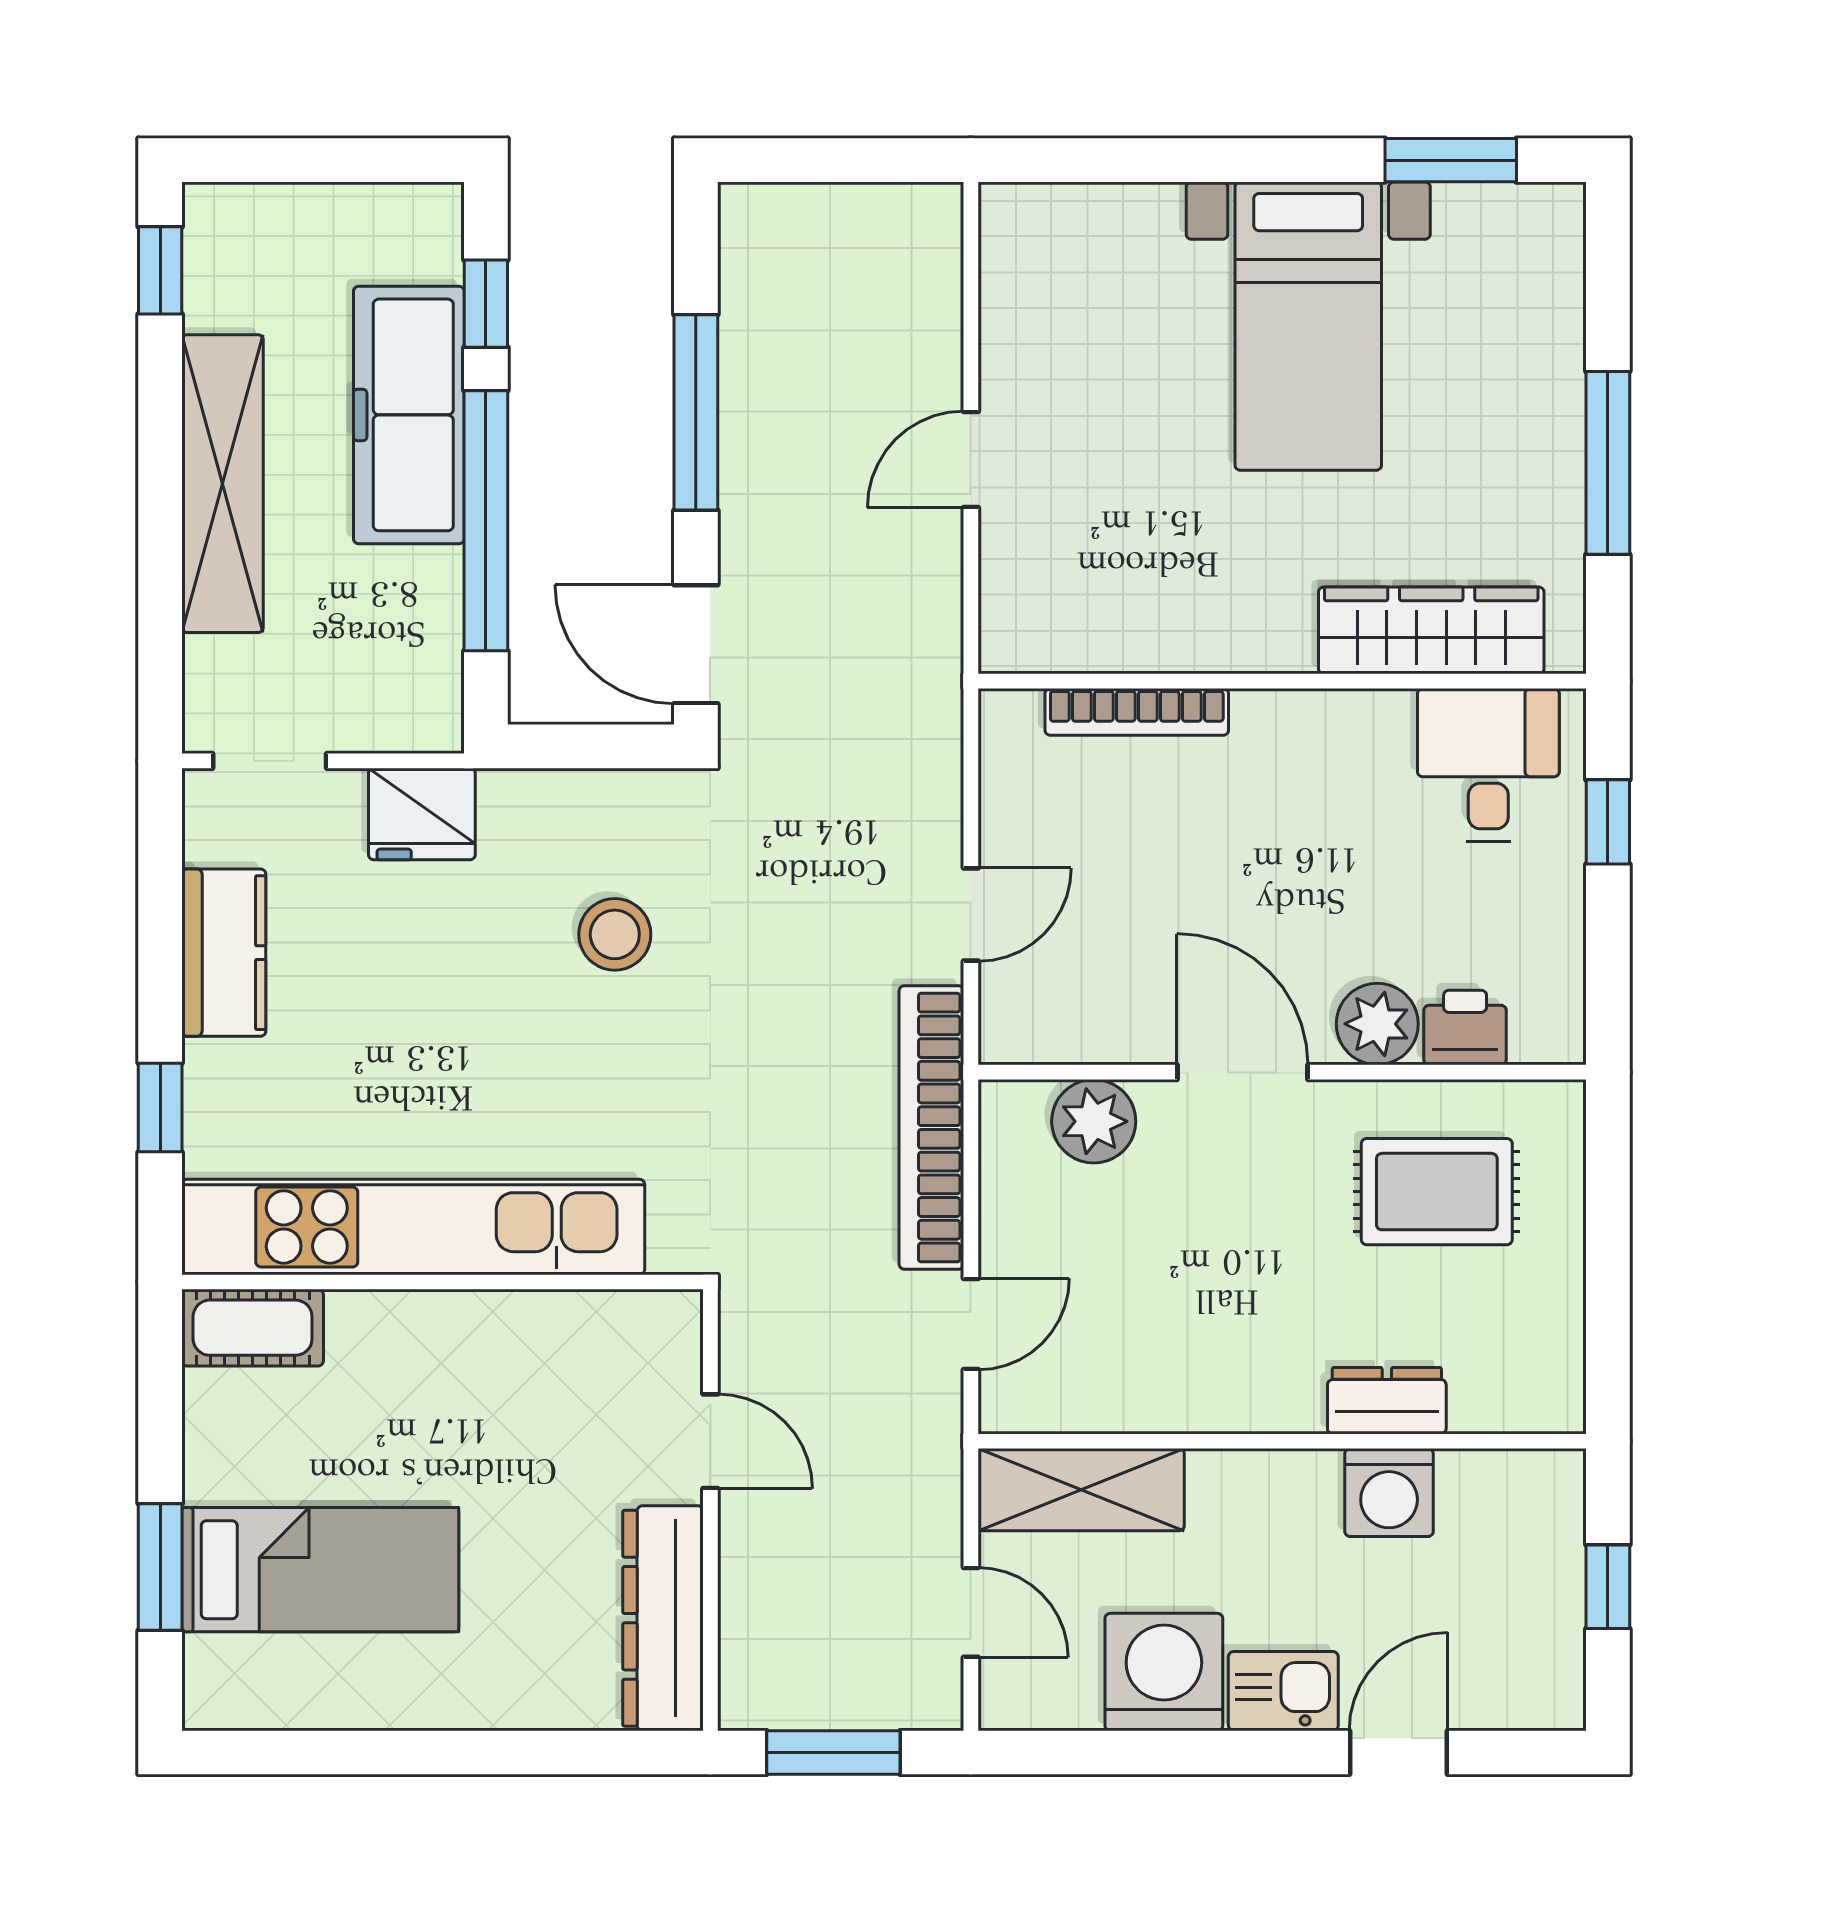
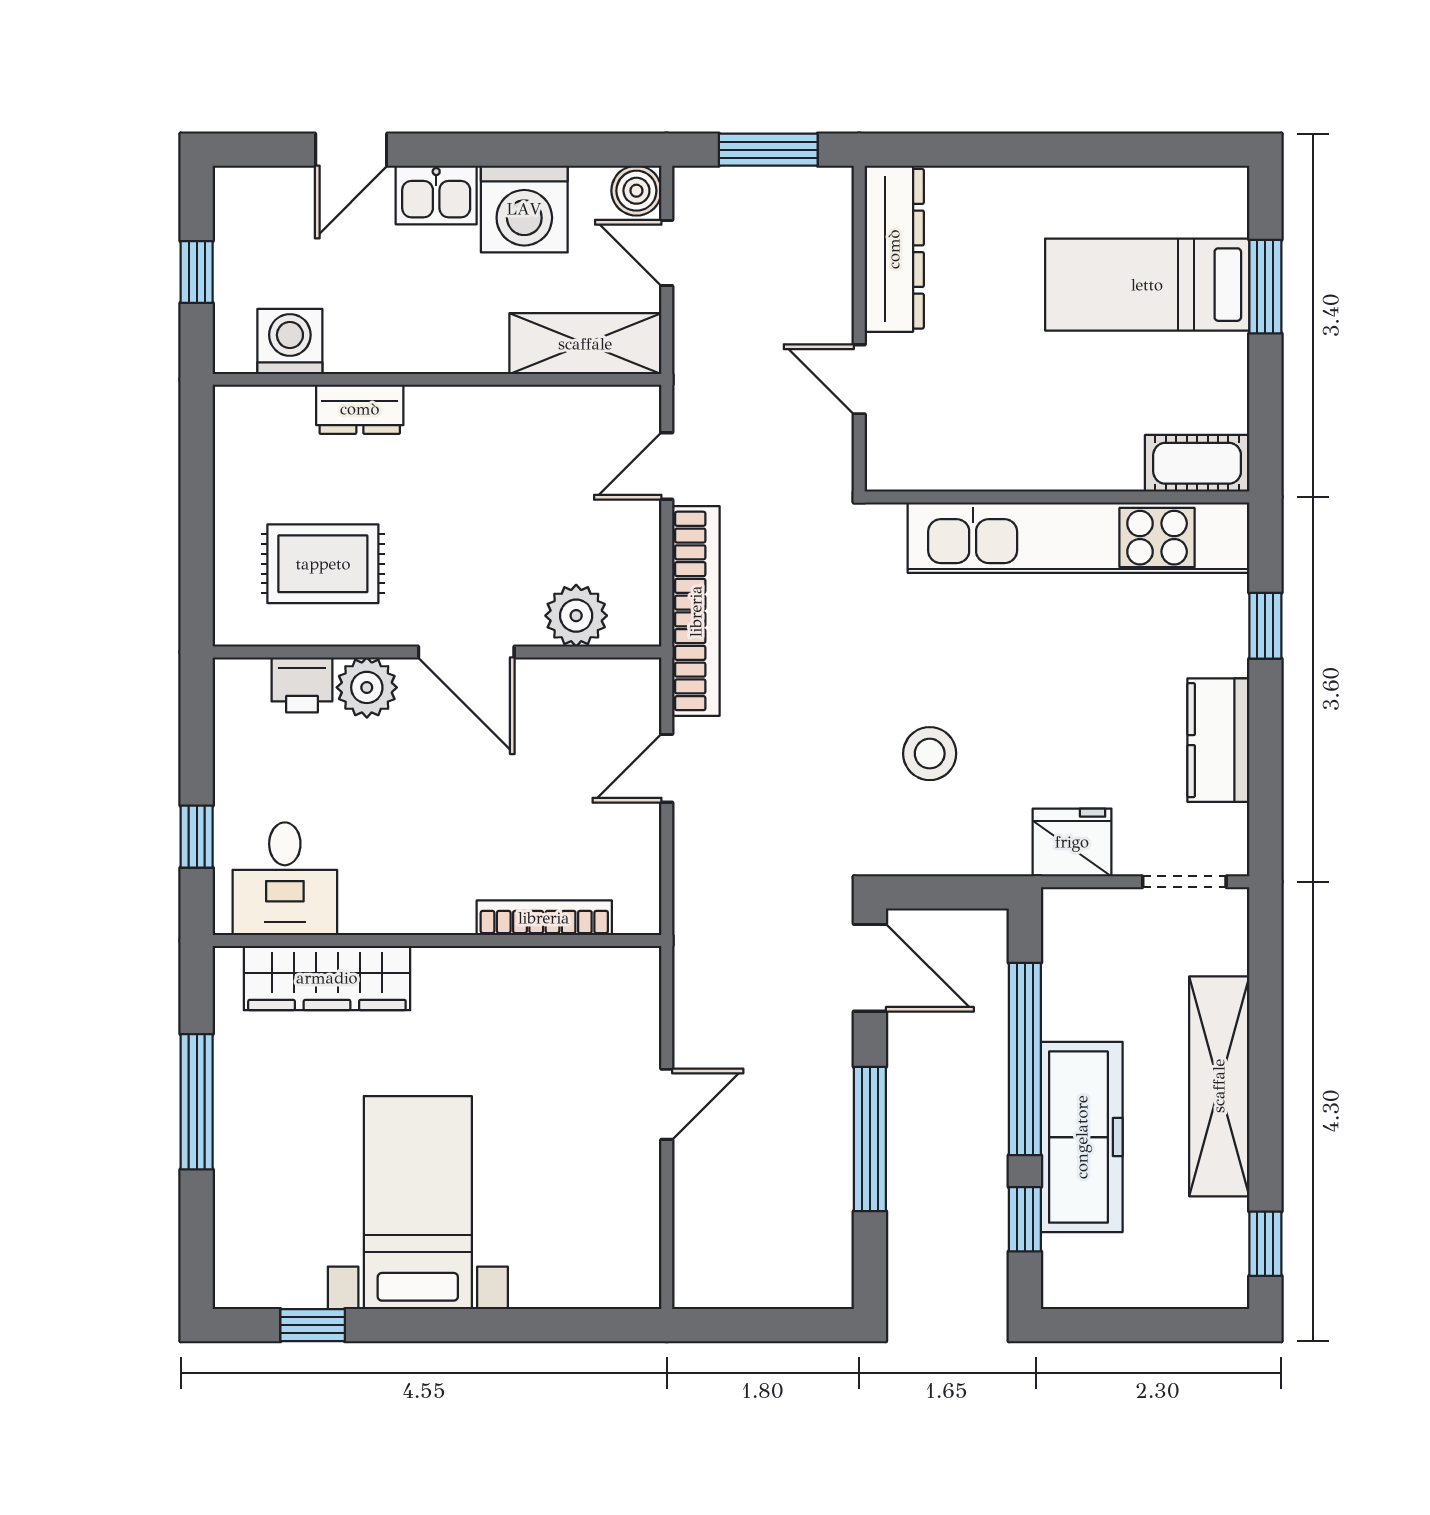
window: (1451, 160) -> (313, 1325), width x0.67
washing machine: (1389, 1493) -> (290, 341), moved
boiler: (1012, 1697) -> (636, 191), added

